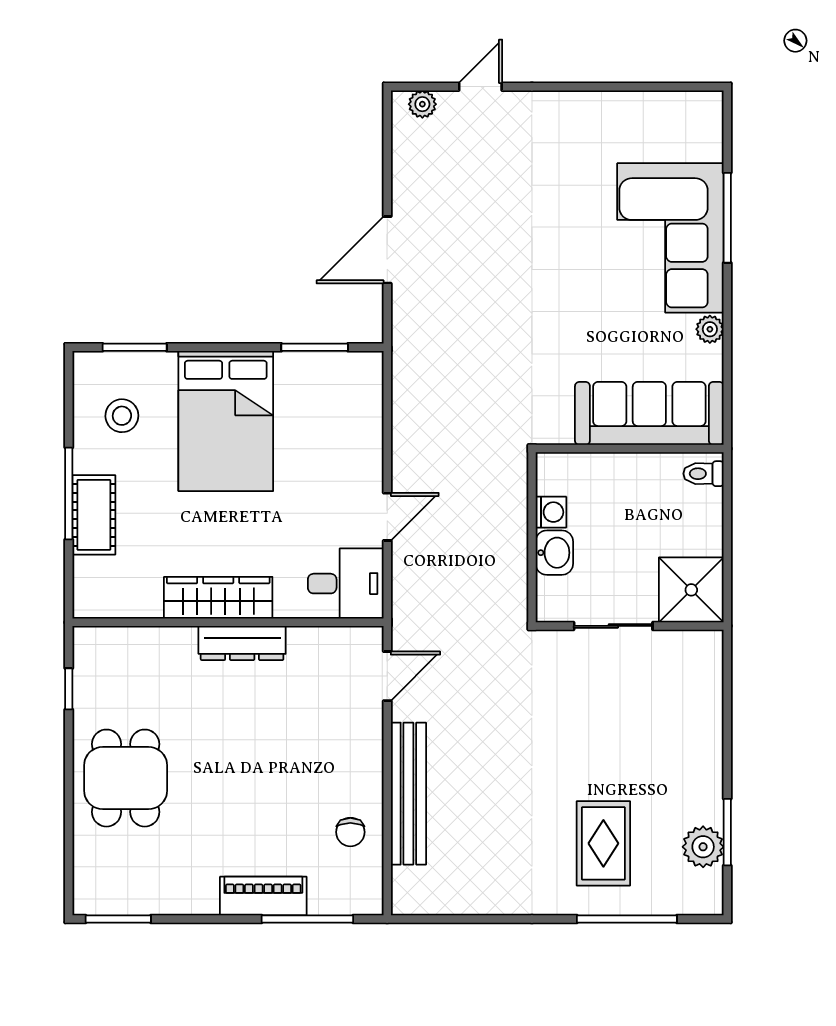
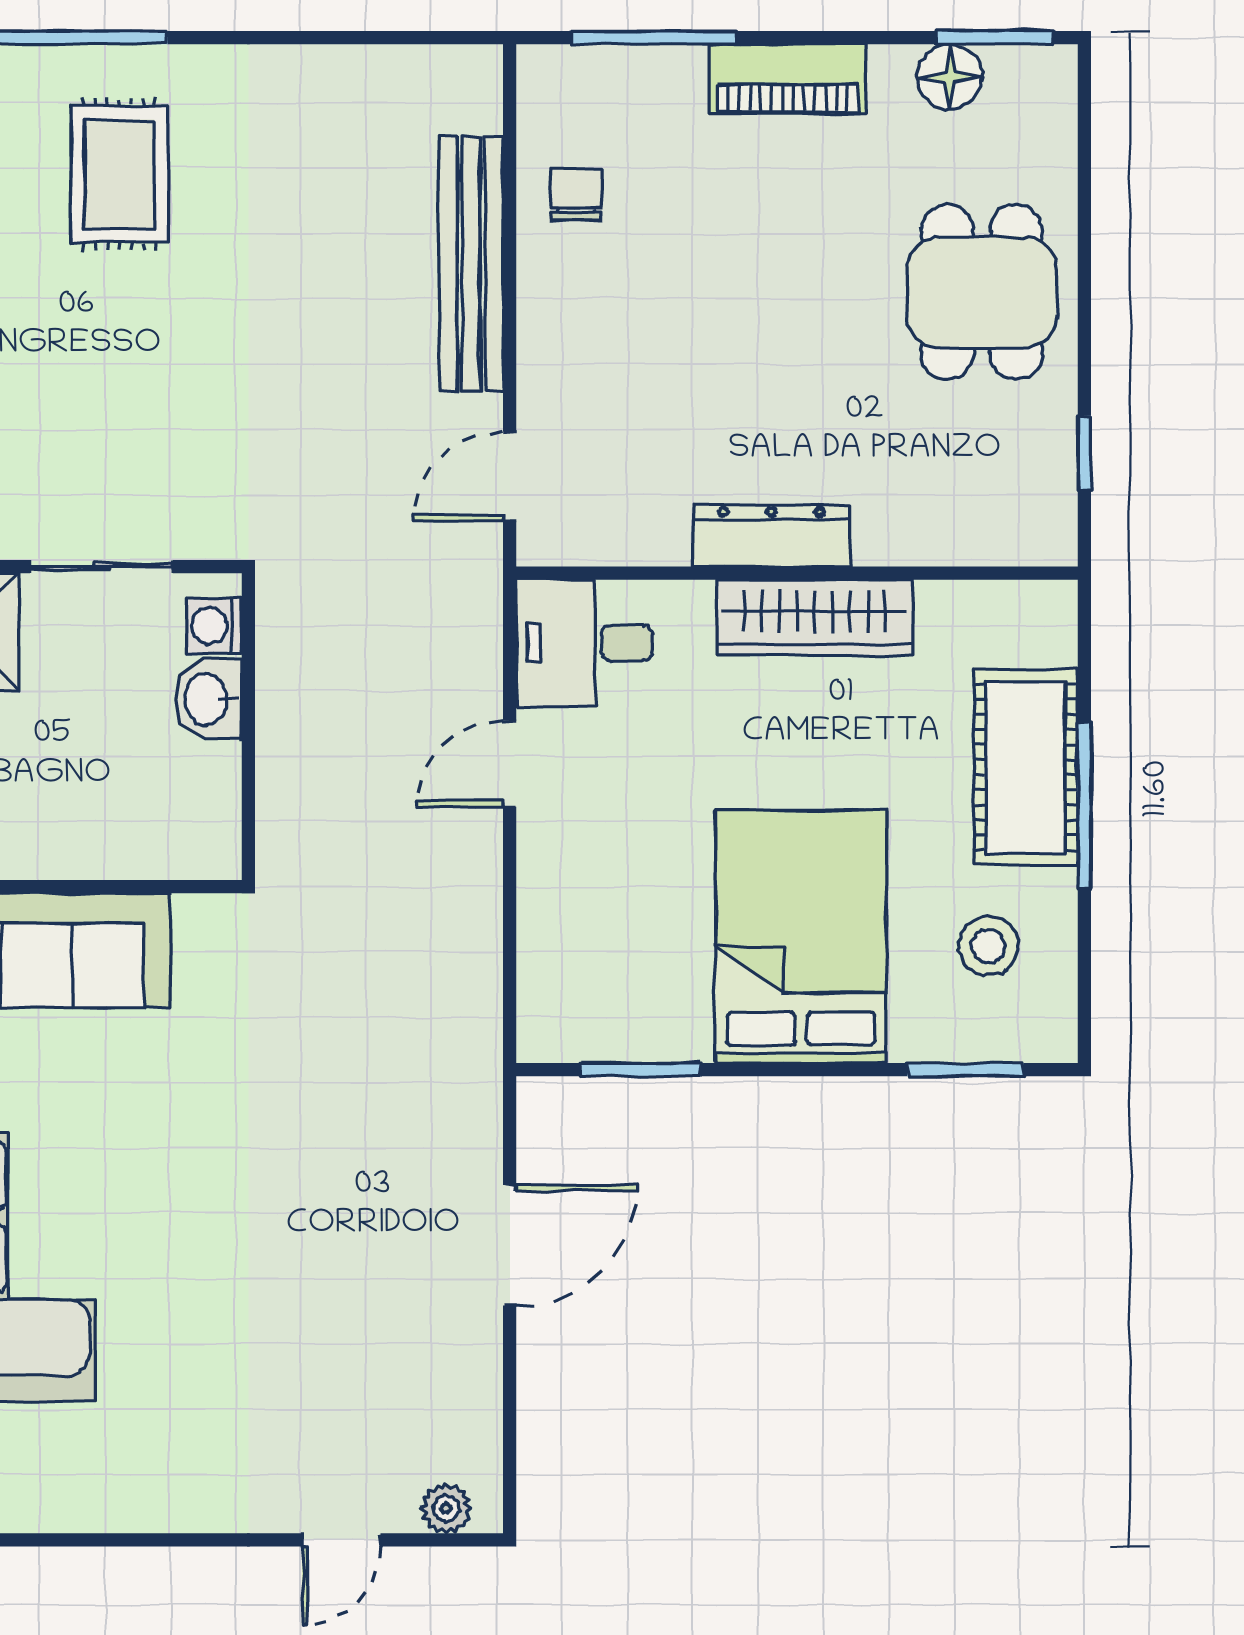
washing machine: (551, 512) -> (214, 626), moved
cot: (94, 515) -> (1026, 767), width x1.37, depth x1.34
piano: (263, 896) -> (788, 79), moved
floor lamp: (143, 897) -> (949, 77), added

